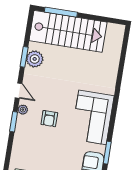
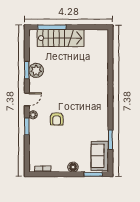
stairs: (68, 31) -> (61, 38), width x0.73, depth x0.66
door: (19, 91) -> (27, 99), hinge flipped
corner sofa: (93, 117) -> (93, 112), removed

